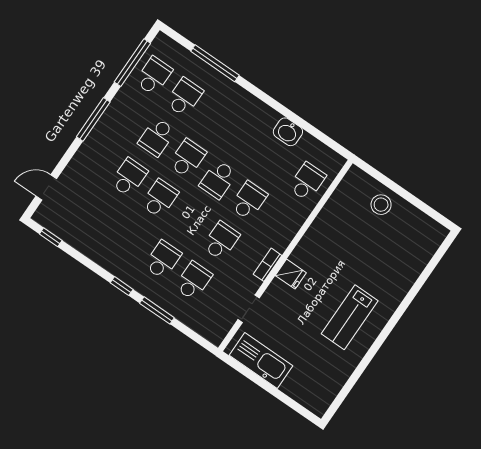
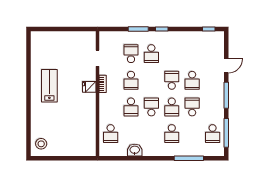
school desk: (184, 97) -> (172, 134), moved
door: (46, 187) -> (226, 66), moved
school desk: (160, 198) -> (172, 80), turned 180
stool: (381, 205) -> (41, 144), moved
school desk: (193, 281) -> (131, 54), turned 180
kitchen sink: (261, 361) -> (76, 39), removed

